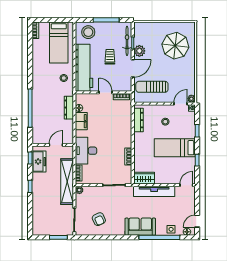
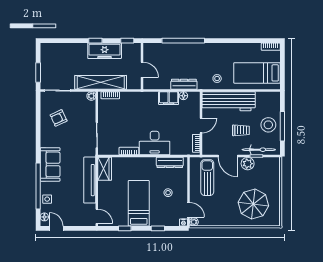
stool: (88, 32) -> (268, 125), moved
desk: (86, 151) -> (155, 143), moved, turned 180
freezer: (39, 162) -> (105, 51), moved, width x1.40

